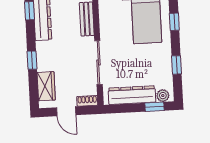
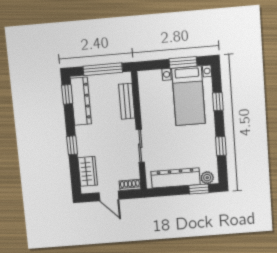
sliding door: (98, 63) -> (140, 146), width x0.73

